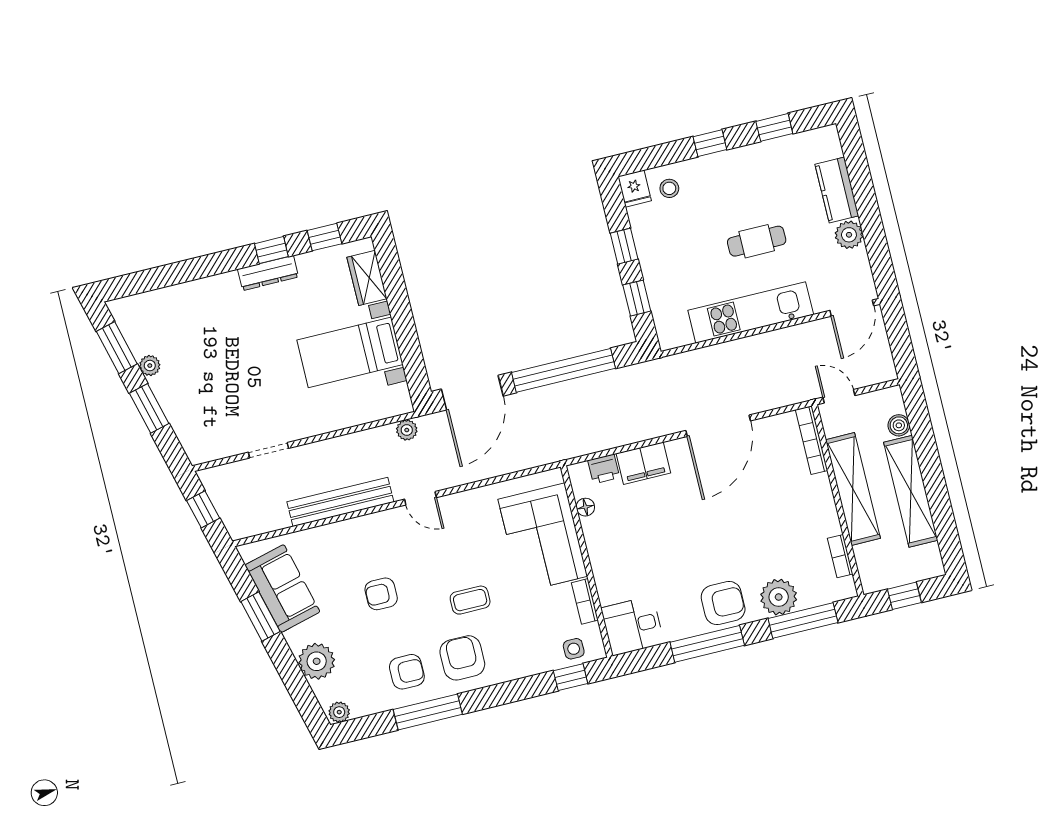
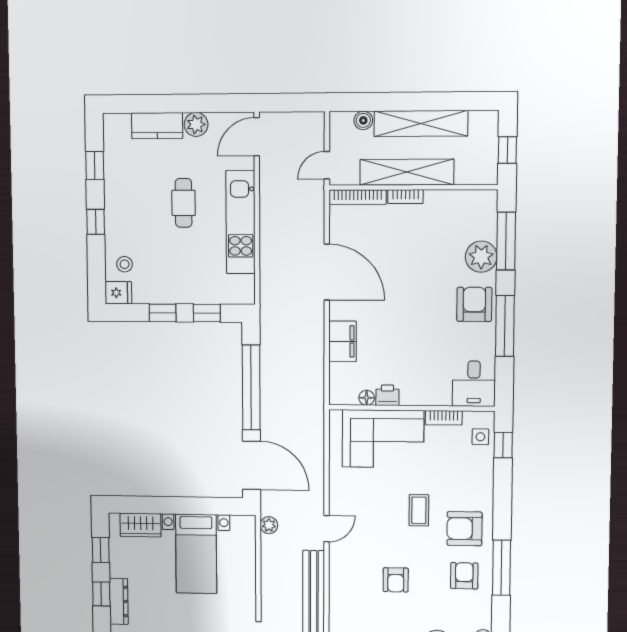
door: (852, 308) -> (257, 137), swing flipped
printer: (604, 469) -> (387, 395), moved, turned -90
bookcase: (840, 556) -> (405, 197), moved

